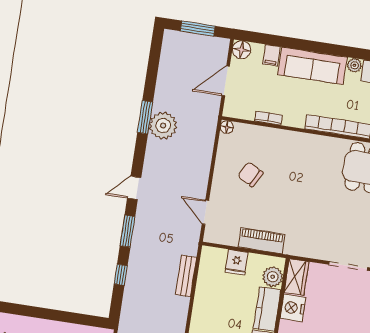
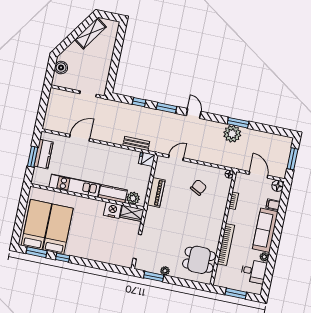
fridge: (237, 262) -> (147, 159), moved

